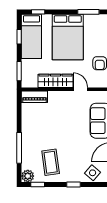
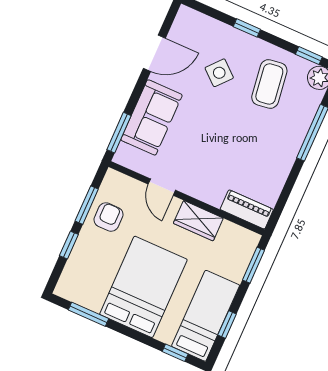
wardrobe: (55, 81) -> (198, 221), width x0.67
side table: (93, 173) -> (219, 73), moved

